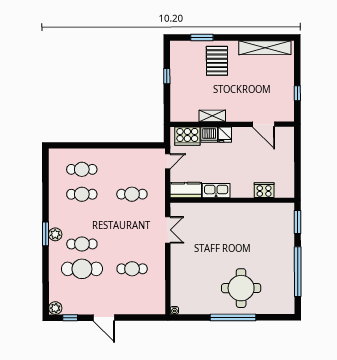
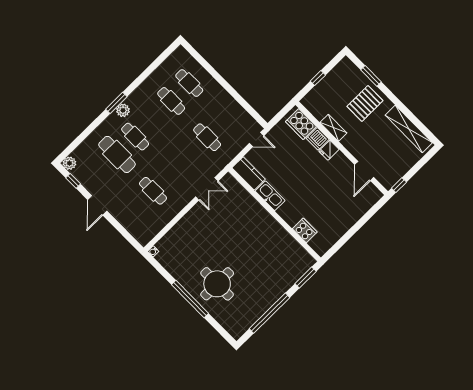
shelving: (212, 116) -> (333, 128), moved
wall: (232, 124) -> (342, 148), moved
door: (264, 124) -> (364, 171), moved
dishwasher: (209, 135) -> (318, 139), moved
fridge: (225, 135) -> (329, 150), moved
cooker: (187, 136) -> (301, 124), moved

